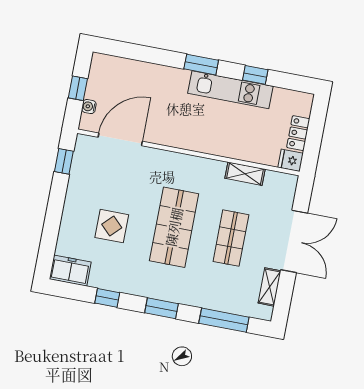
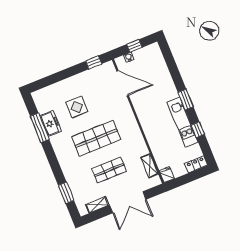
locker: (298, 133) -> (196, 164), moved
shelving: (245, 174) -> (149, 166), moved
freezer: (70, 271) -> (51, 123), moved
window: (107, 298) -> (40, 128), width x2.17
window: (162, 308) -> (52, 158), removed
window: (224, 320) -> (66, 193), width x0.69

